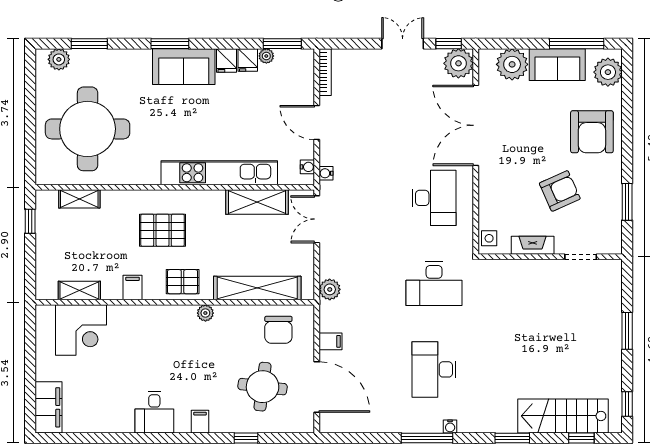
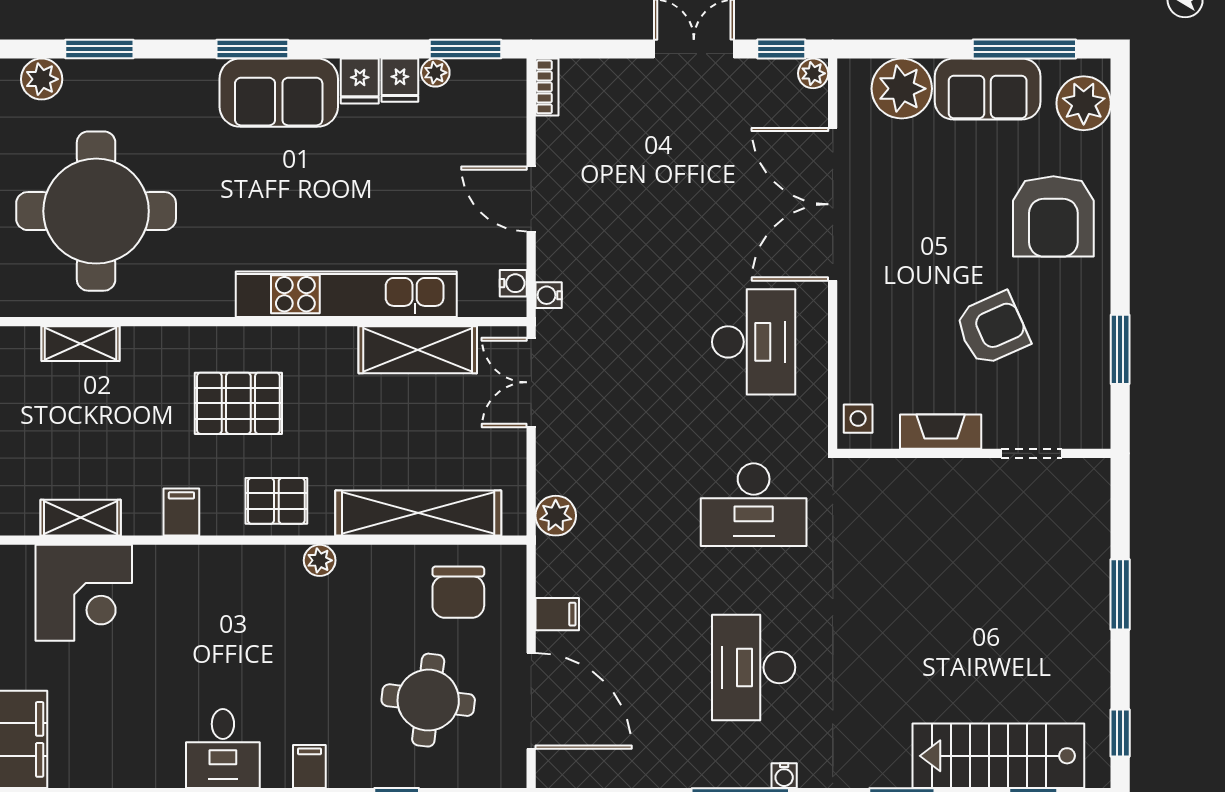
plant: (458, 63) -> (813, 73), width x0.53, depth x0.53
bookcase: (325, 72) -> (547, 87), width x0.64

